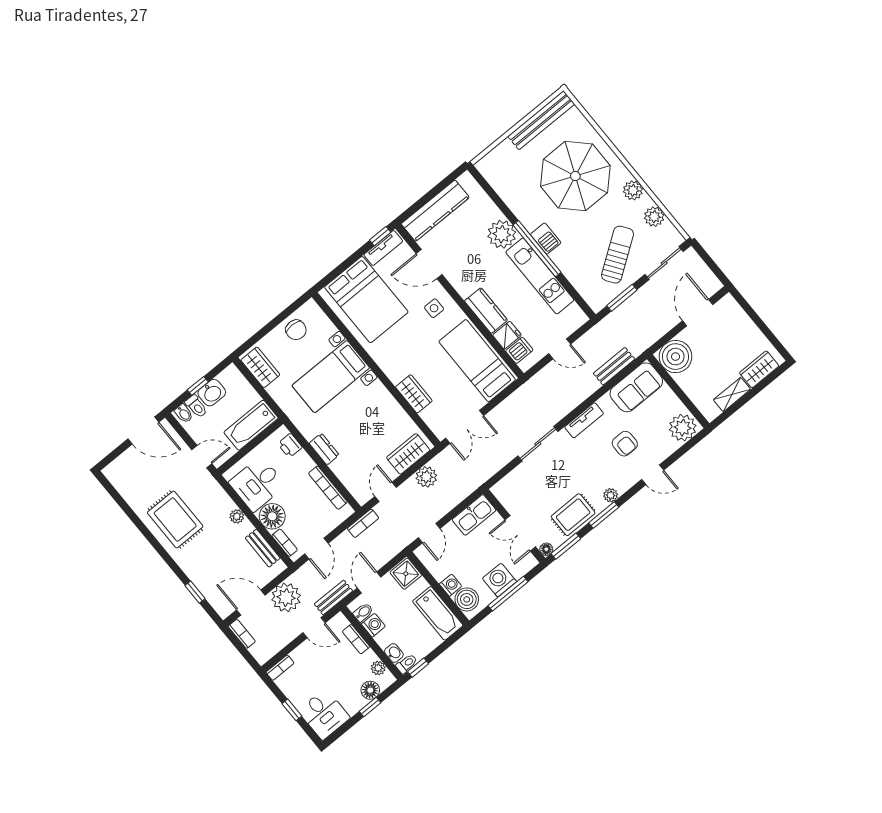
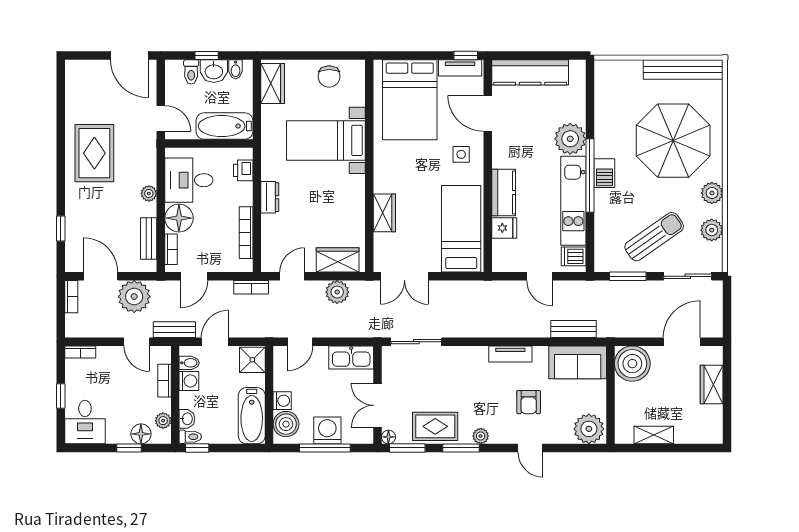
dishwasher: (519, 350) -> (574, 256), moved, turned 180
wardrobe: (759, 369) -> (712, 384), moved, turned -90
bidet: (184, 414) -> (236, 69), moved
sliding door: (538, 444) -> (416, 342), moved

